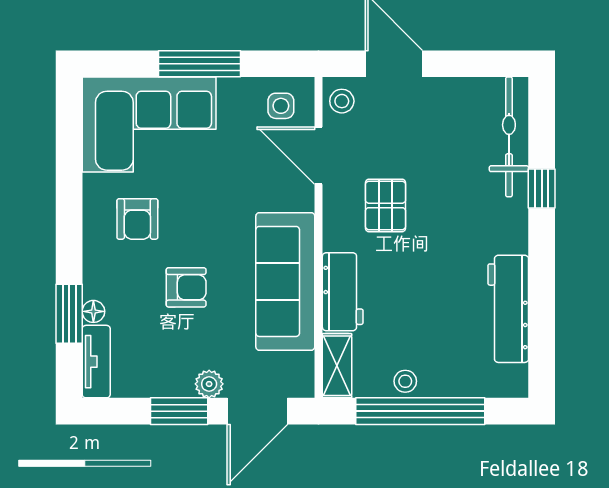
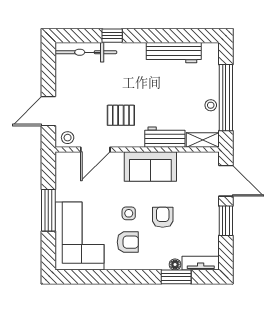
side table: (281, 106) -> (129, 213), moved
sofa: (285, 281) -> (150, 167), width x0.73
plant: (209, 384) -> (212, 205), removed

